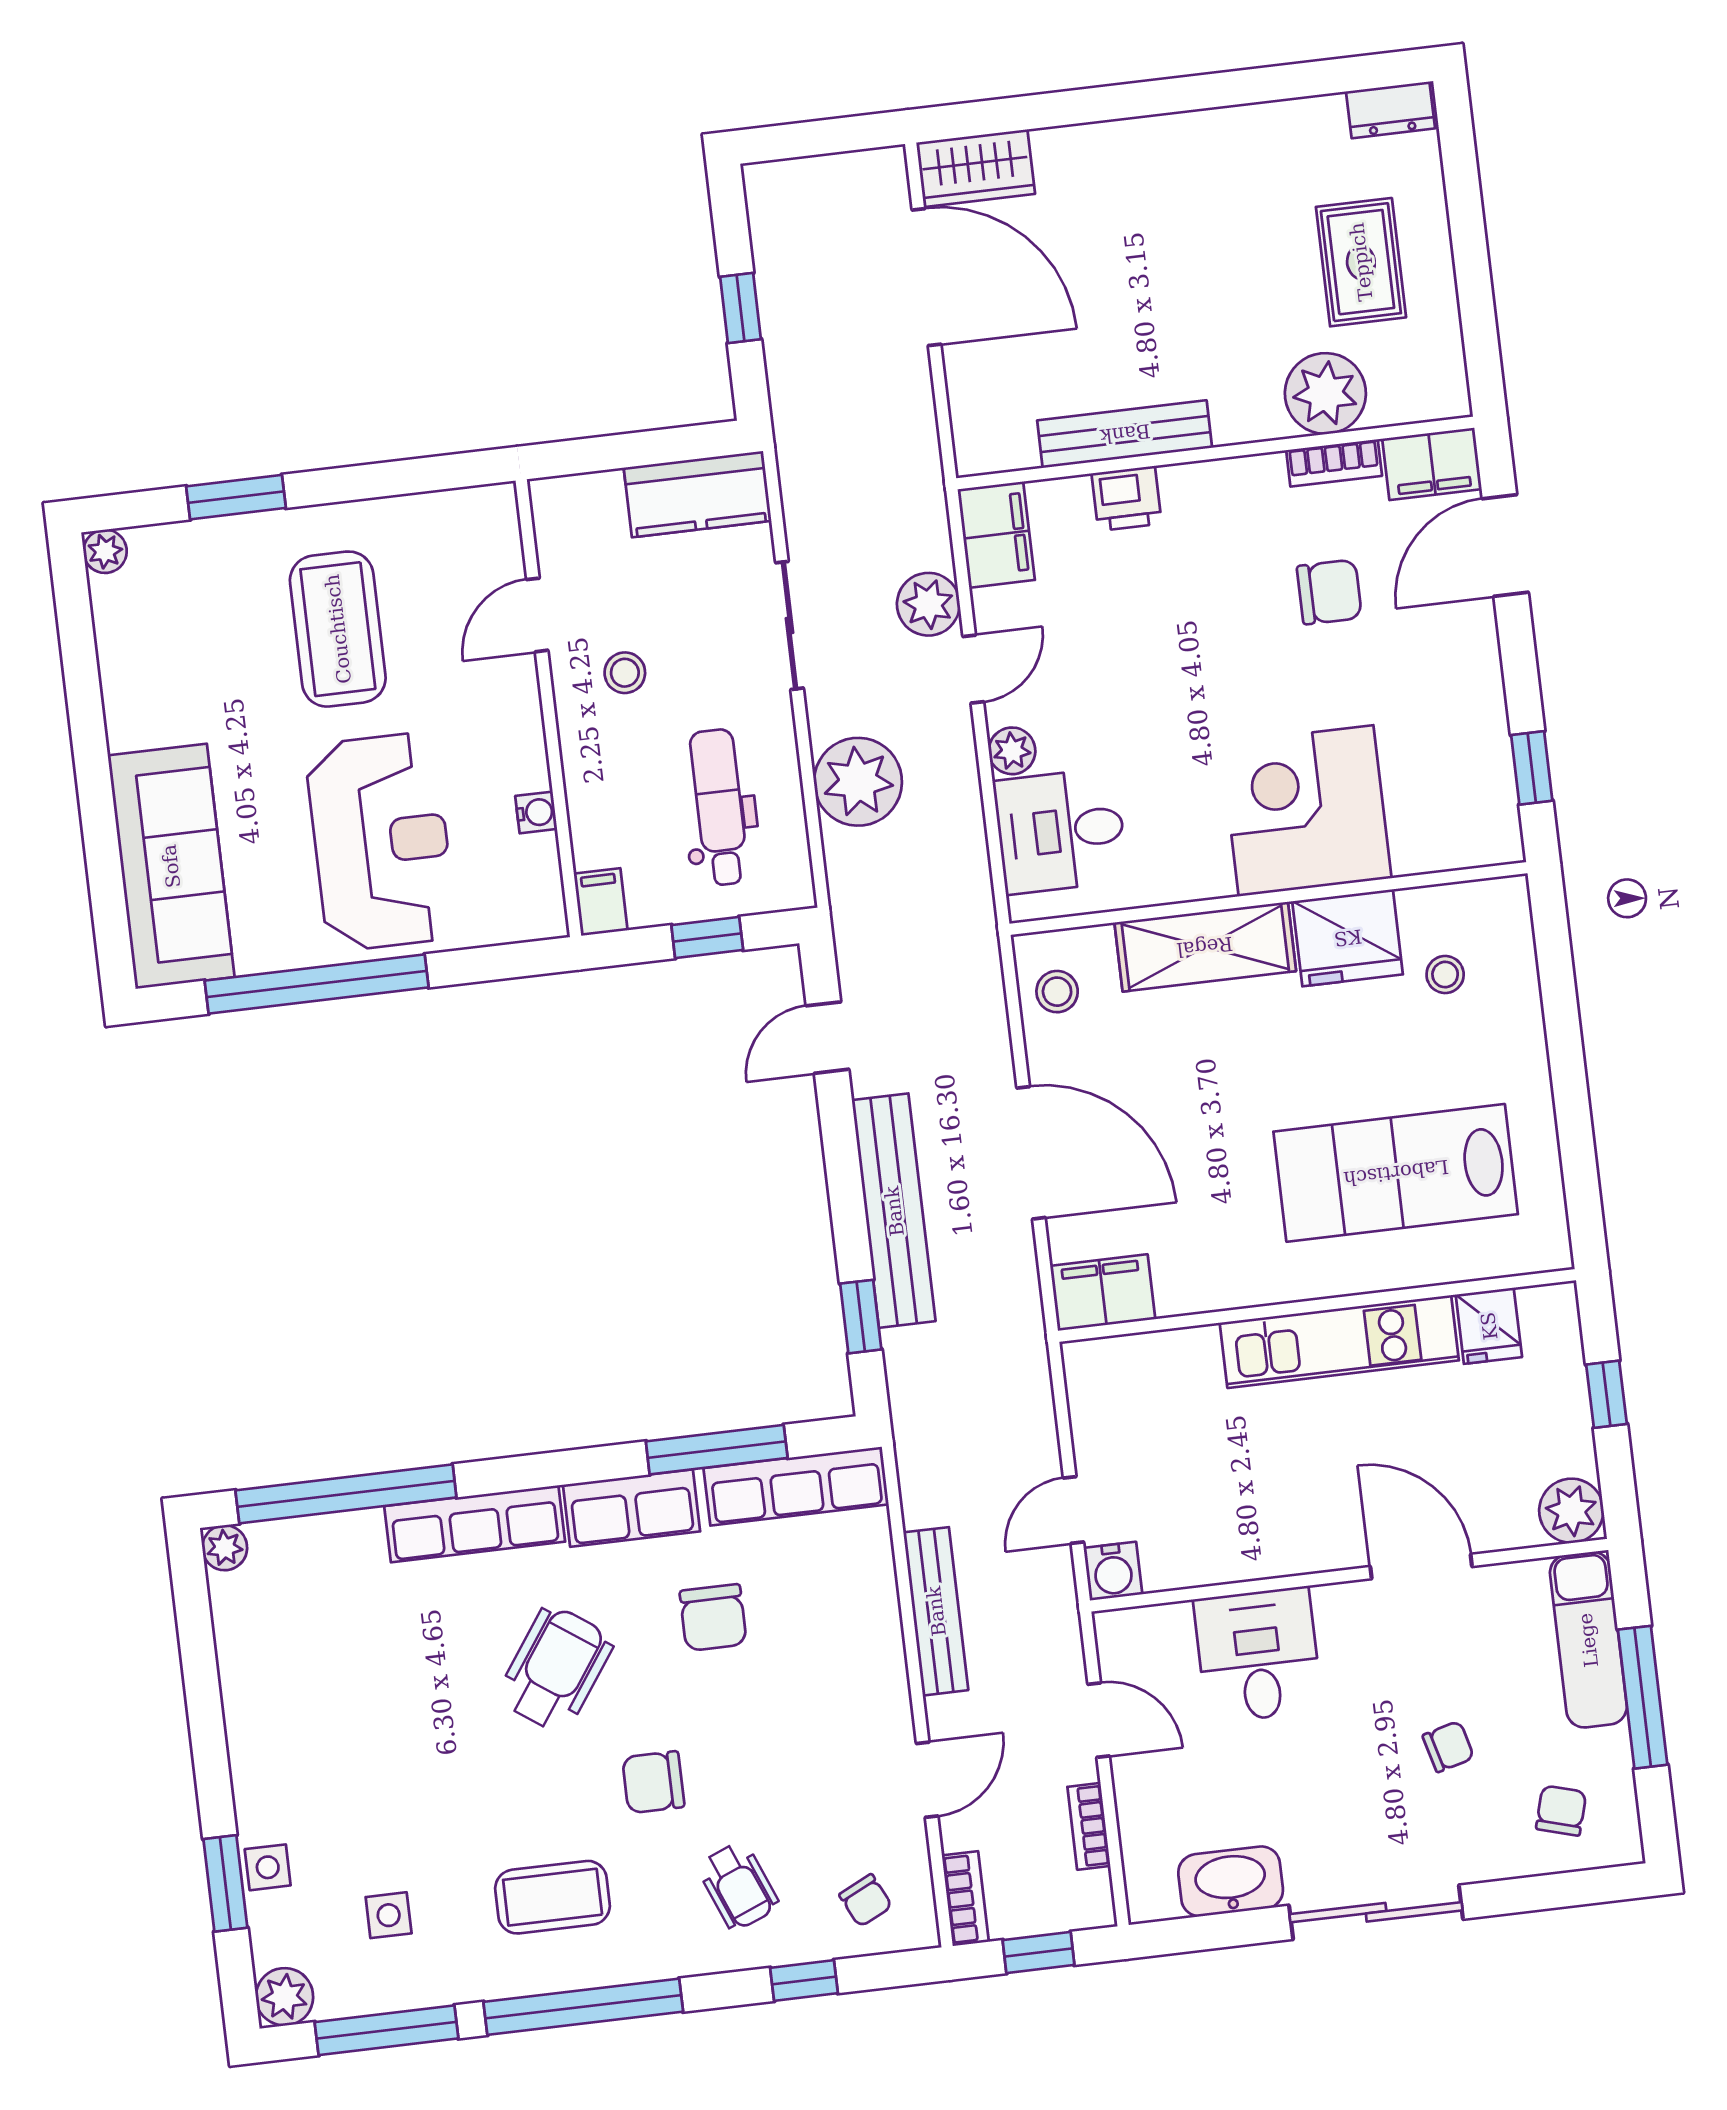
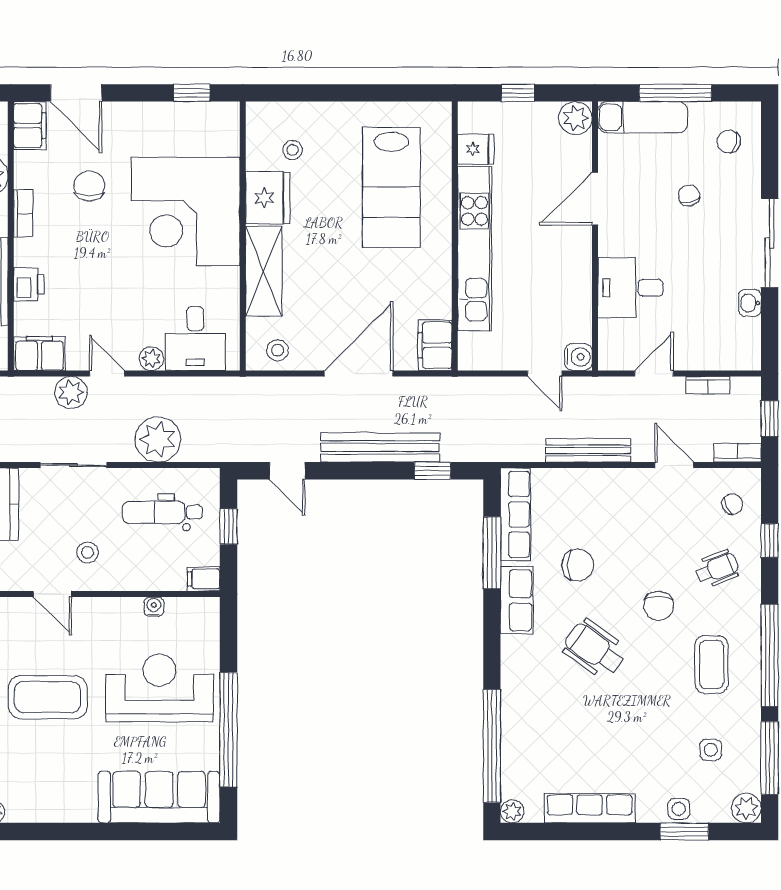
bookcase: (1334, 463) -> (23, 213), moved
corner desk: (1306, 811) -> (186, 211), width x1.36, depth x1.36
kitchen unit: (1339, 1342) -> (475, 249), width x1.36
row of seats: (475, 1524) -> (590, 808), moved, turned -90
washbasin: (1231, 1881) -> (750, 303), width x0.52, depth x0.69

